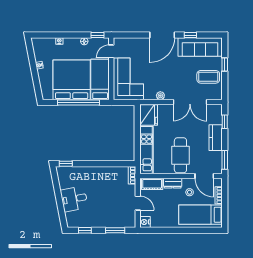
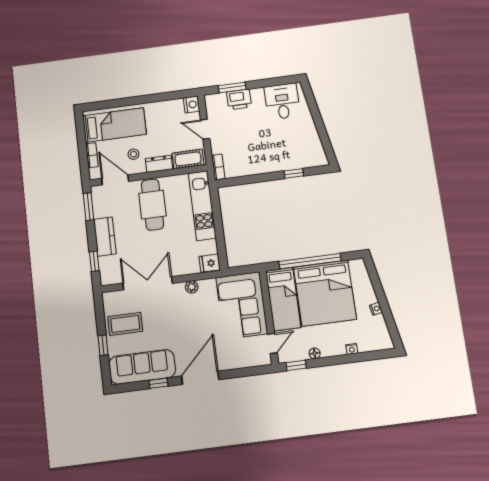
fridge: (149, 115) -> (210, 263), width x0.53, depth x0.75
window: (66, 164) -> (294, 173), moved
desk: (74, 199) -> (282, 101), moved, turned -79
printer: (111, 221) -> (239, 99), added
window: (85, 230) -> (275, 82), removed

